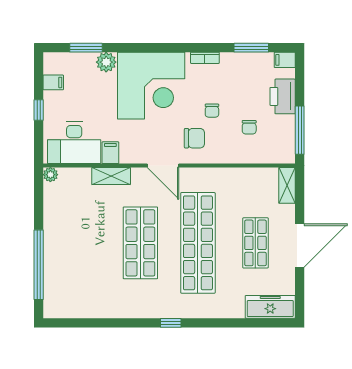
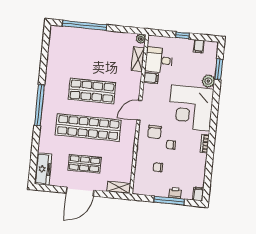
window: (251, 48) -> (208, 174), removed
printer: (283, 96) -> (175, 193), width x0.53, depth x0.68
window: (300, 130) -> (169, 201), moved
desk: (74, 143) -> (159, 60), width x0.73
shelving: (111, 176) -> (138, 59), moved
door: (300, 246) -> (80, 192), hinge flipped
window: (171, 323) -> (39, 105), width x3.17

